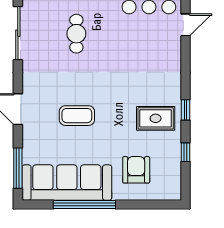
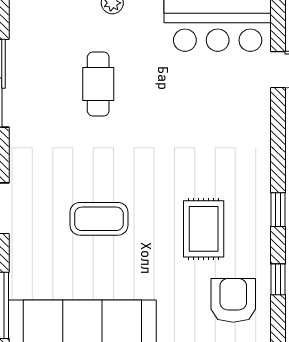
rug: (156, 118) -> (204, 229), moved, turned 90
armchair: (136, 170) -> (233, 300), moved

